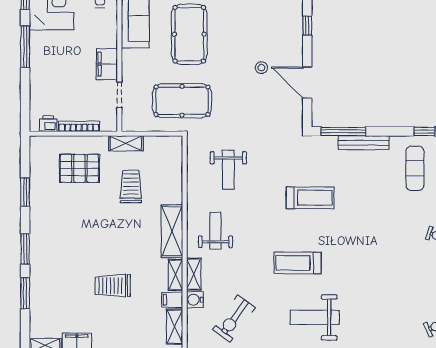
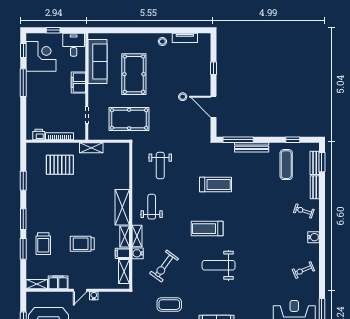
filing cabinet: (107, 64) -> (78, 83), moved
trolley: (131, 187) -> (43, 244), moved, turned 180

